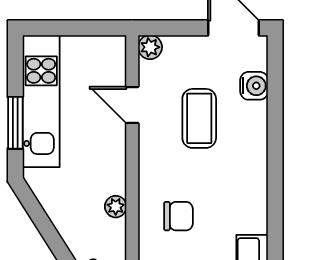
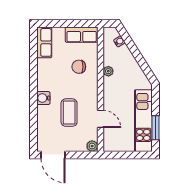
water cooler: (254, 86) -> (43, 98), moved
window: (15, 123) -> (155, 128), moved

